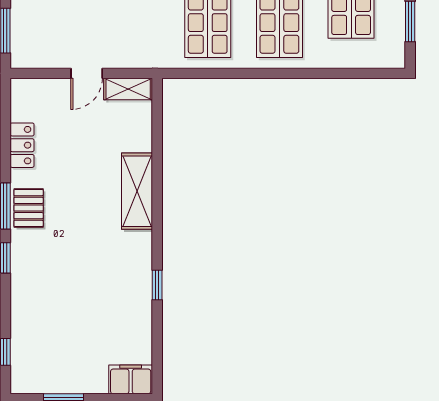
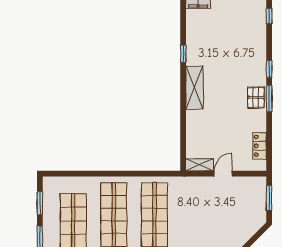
locker: (22, 145) -> (260, 146), moved
shelving: (137, 191) -> (195, 87), moved

